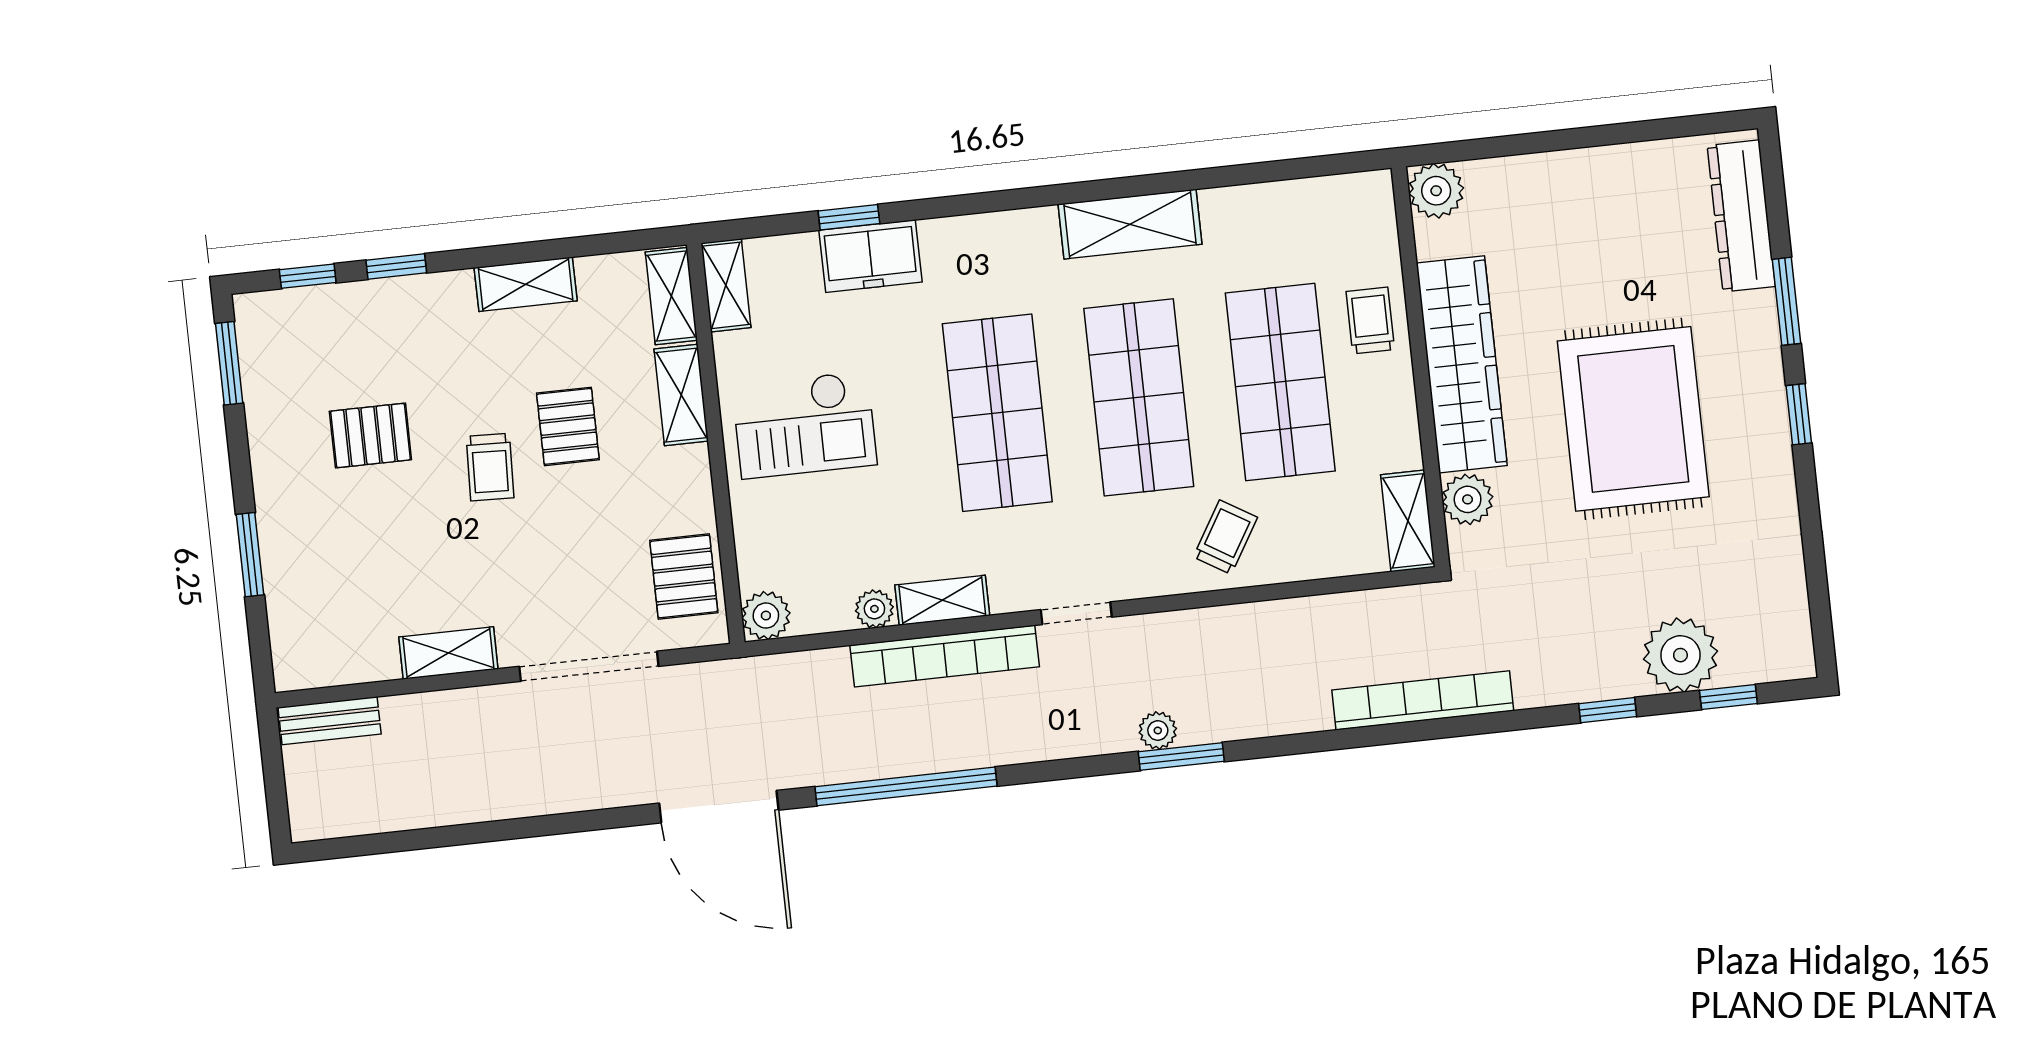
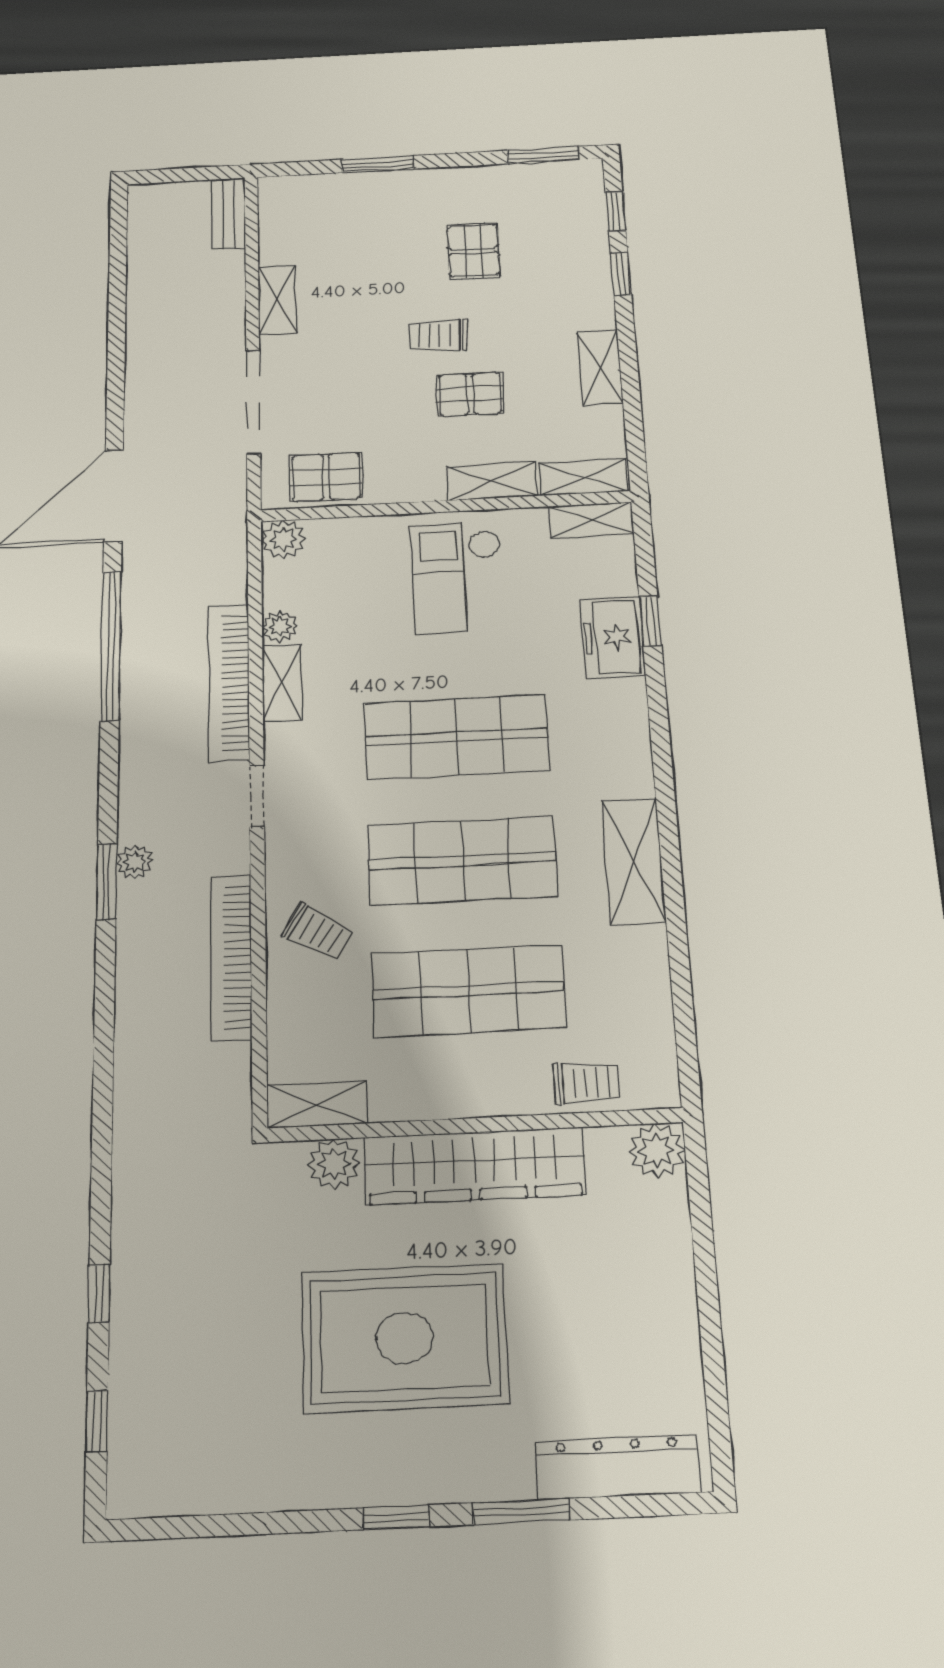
trolley: (1370, 320) -> (587, 1083), moved
plant: (1680, 655) -> (148, 1373), removed
bookcase: (1423, 700) -> (231, 957), moved, turned 180

